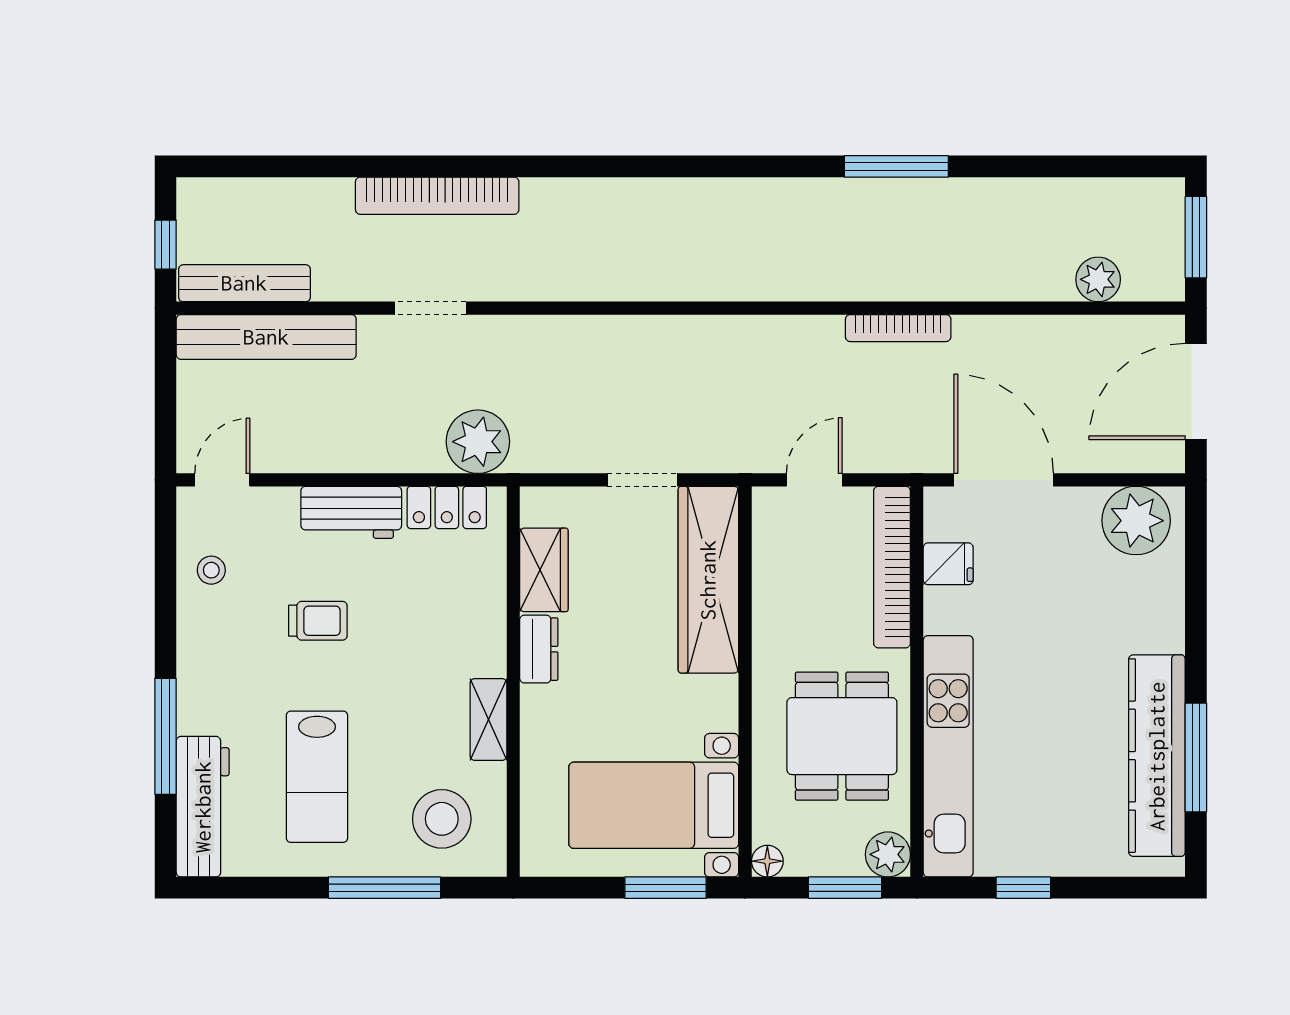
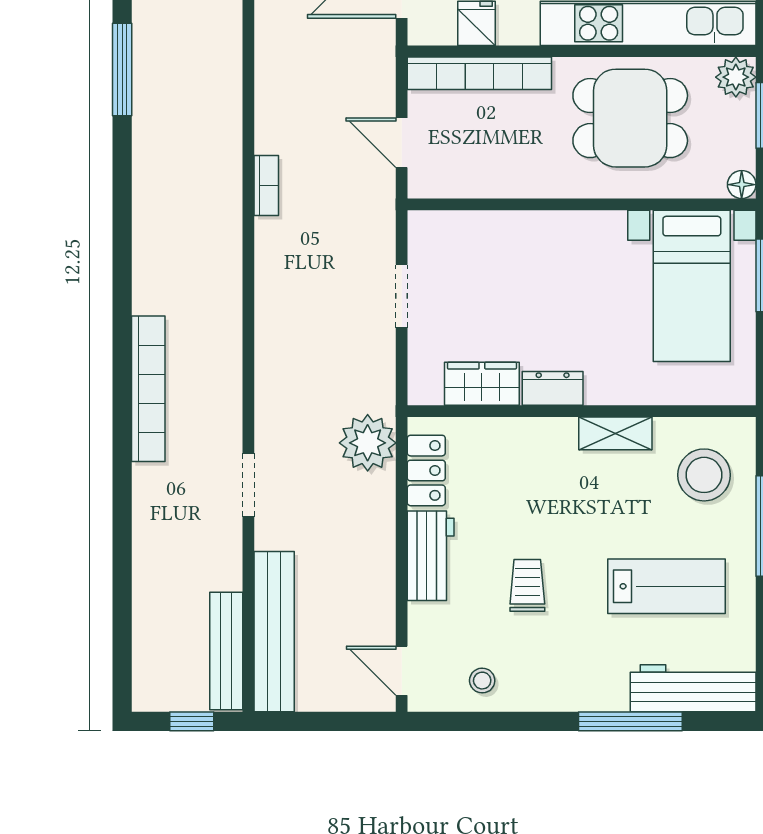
bookcase: (437, 196) -> (148, 389), moved
bookcase: (898, 328) -> (266, 185), moved, width x0.64
wardrobe: (708, 580) -> (491, 237), removed

